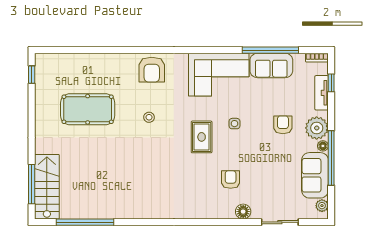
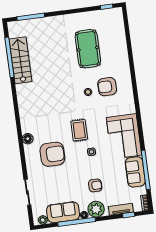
armchair: (152, 70) -> (107, 87), moved
rug: (202, 137) -> (79, 130), turned 90
armchair: (231, 179) -> (52, 154), width x1.88, depth x1.88
stairs: (47, 187) -> (21, 60), moved, turned -90
floor lamp: (243, 212) -> (28, 139), moved

